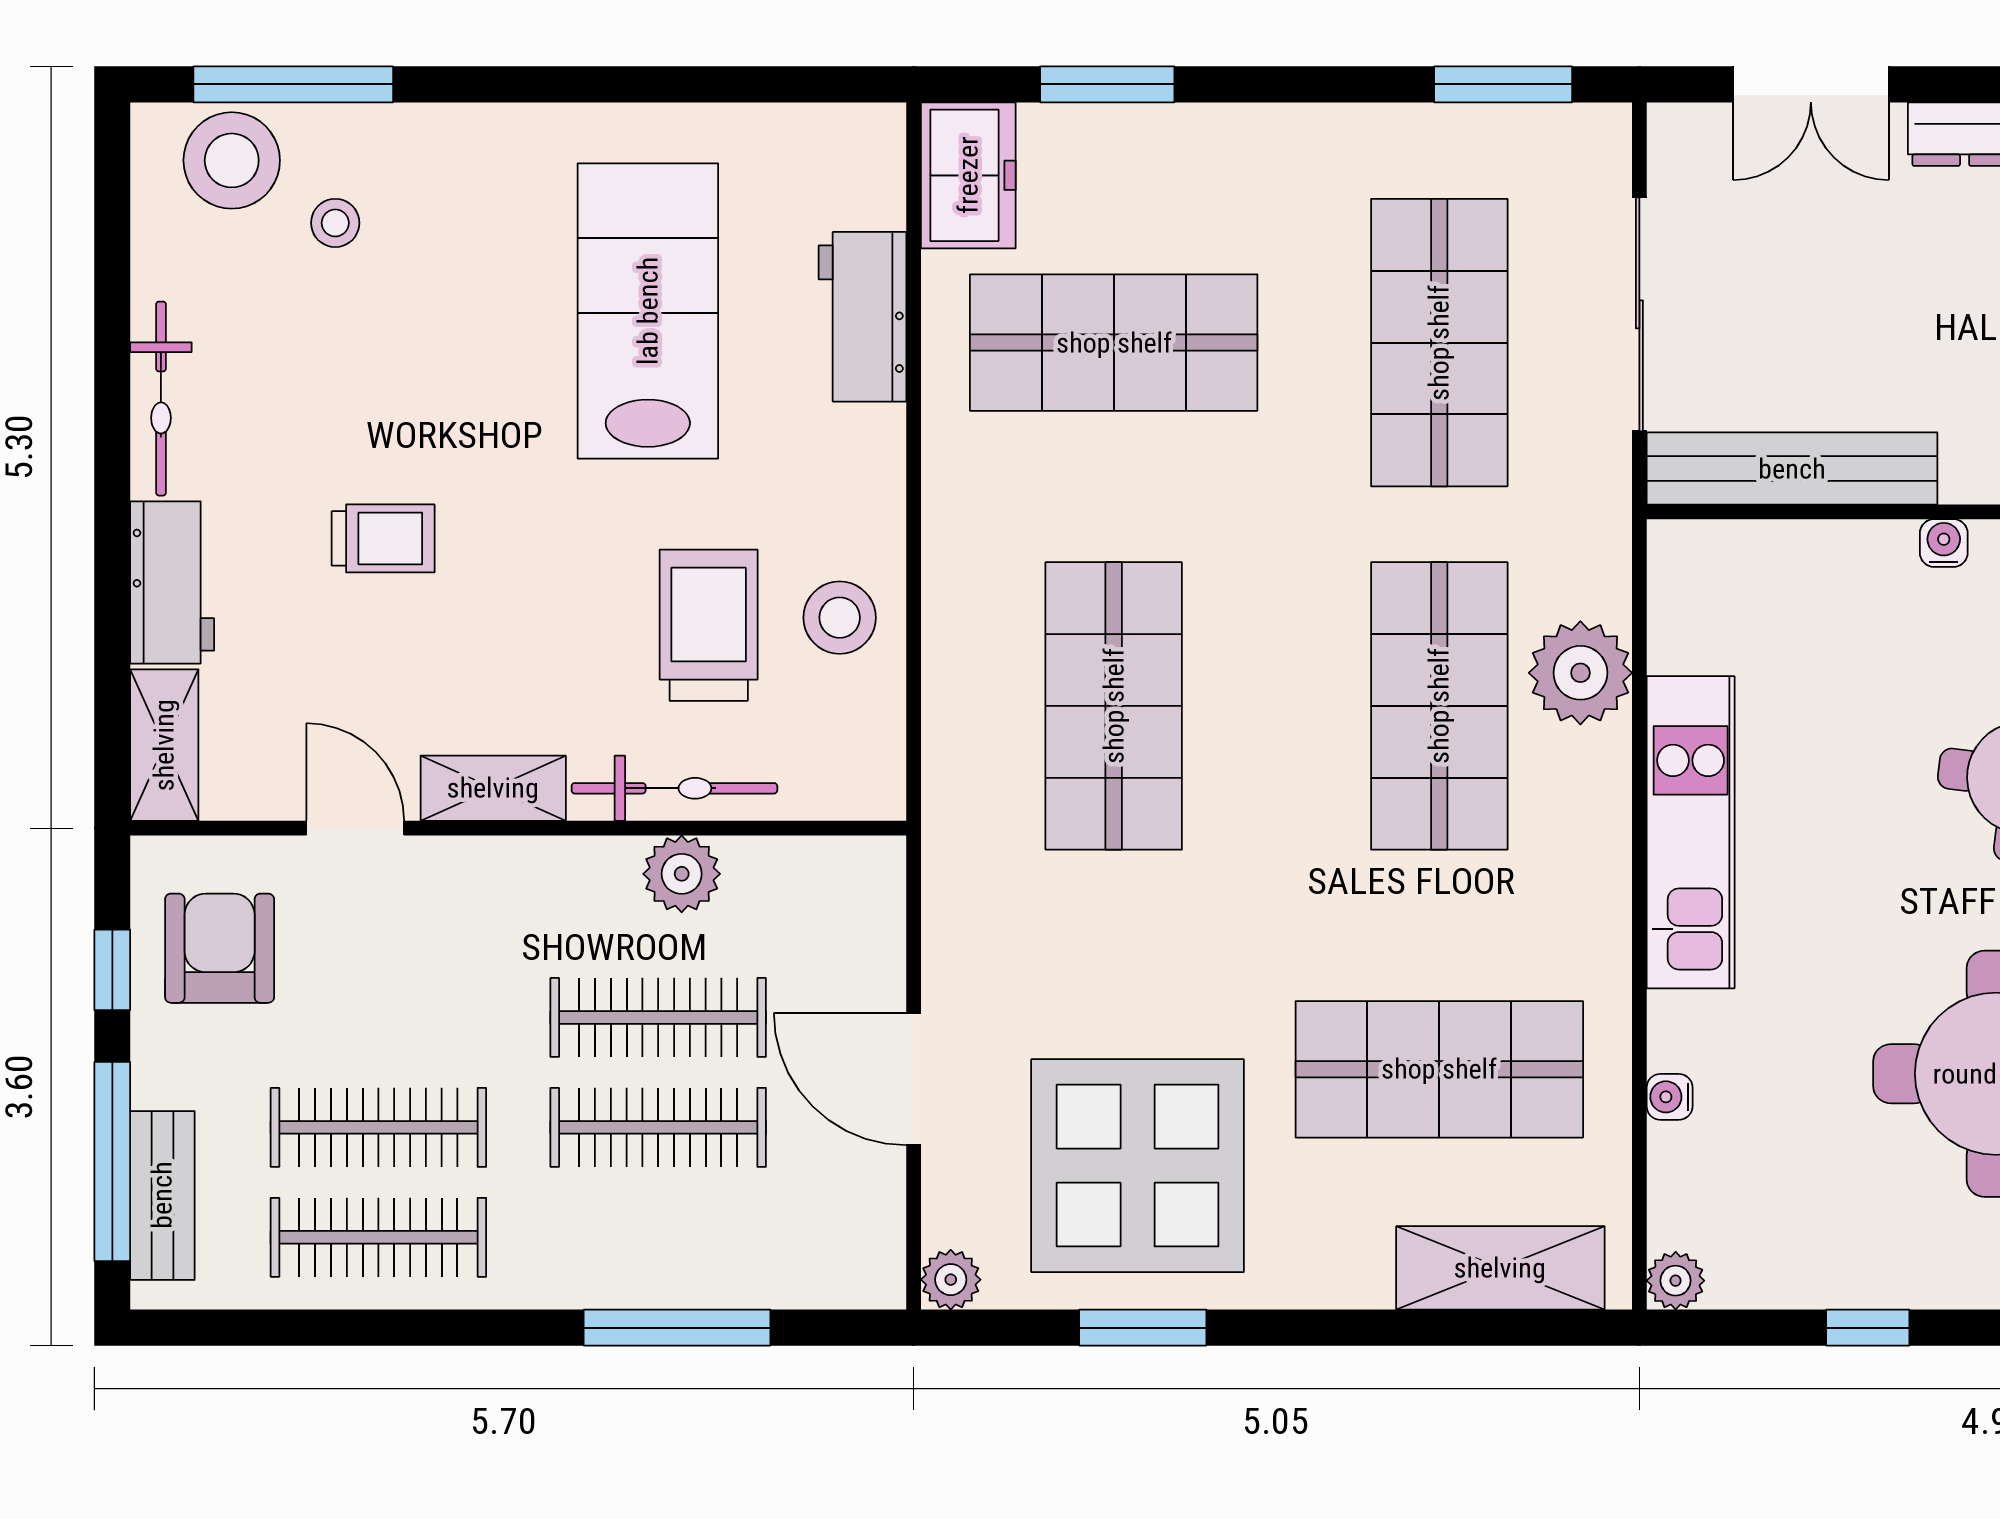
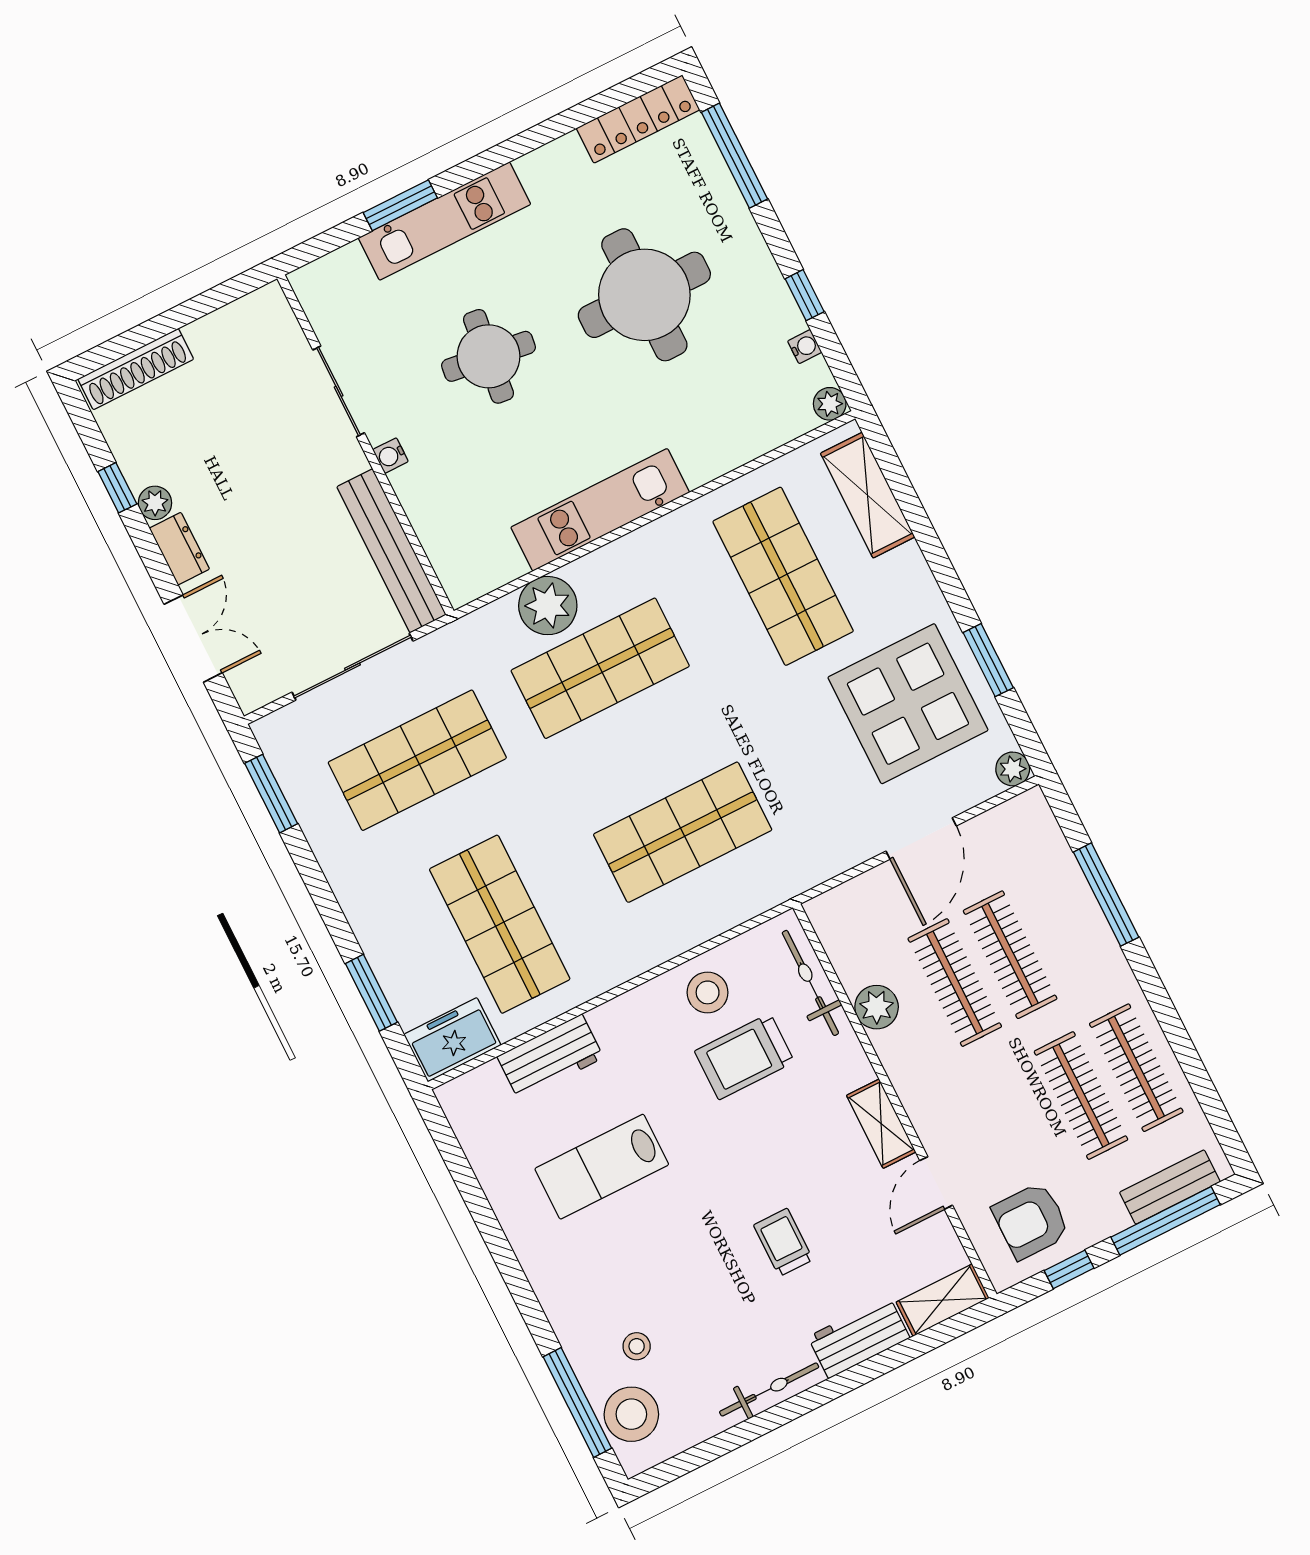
lab bench: (648, 311) -> (602, 1167), width x0.73, depth x0.72
bicycle: (674, 788) -> (810, 983), moved
water cooler: (1670, 1097) -> (805, 347), moved, turned -90

